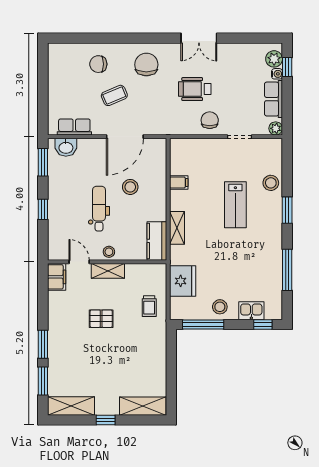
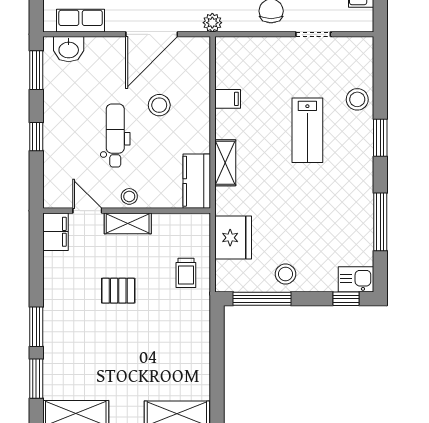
plant: (276, 128) -> (212, 23), moved
kitchen sink: (251, 311) -> (356, 279), moved

